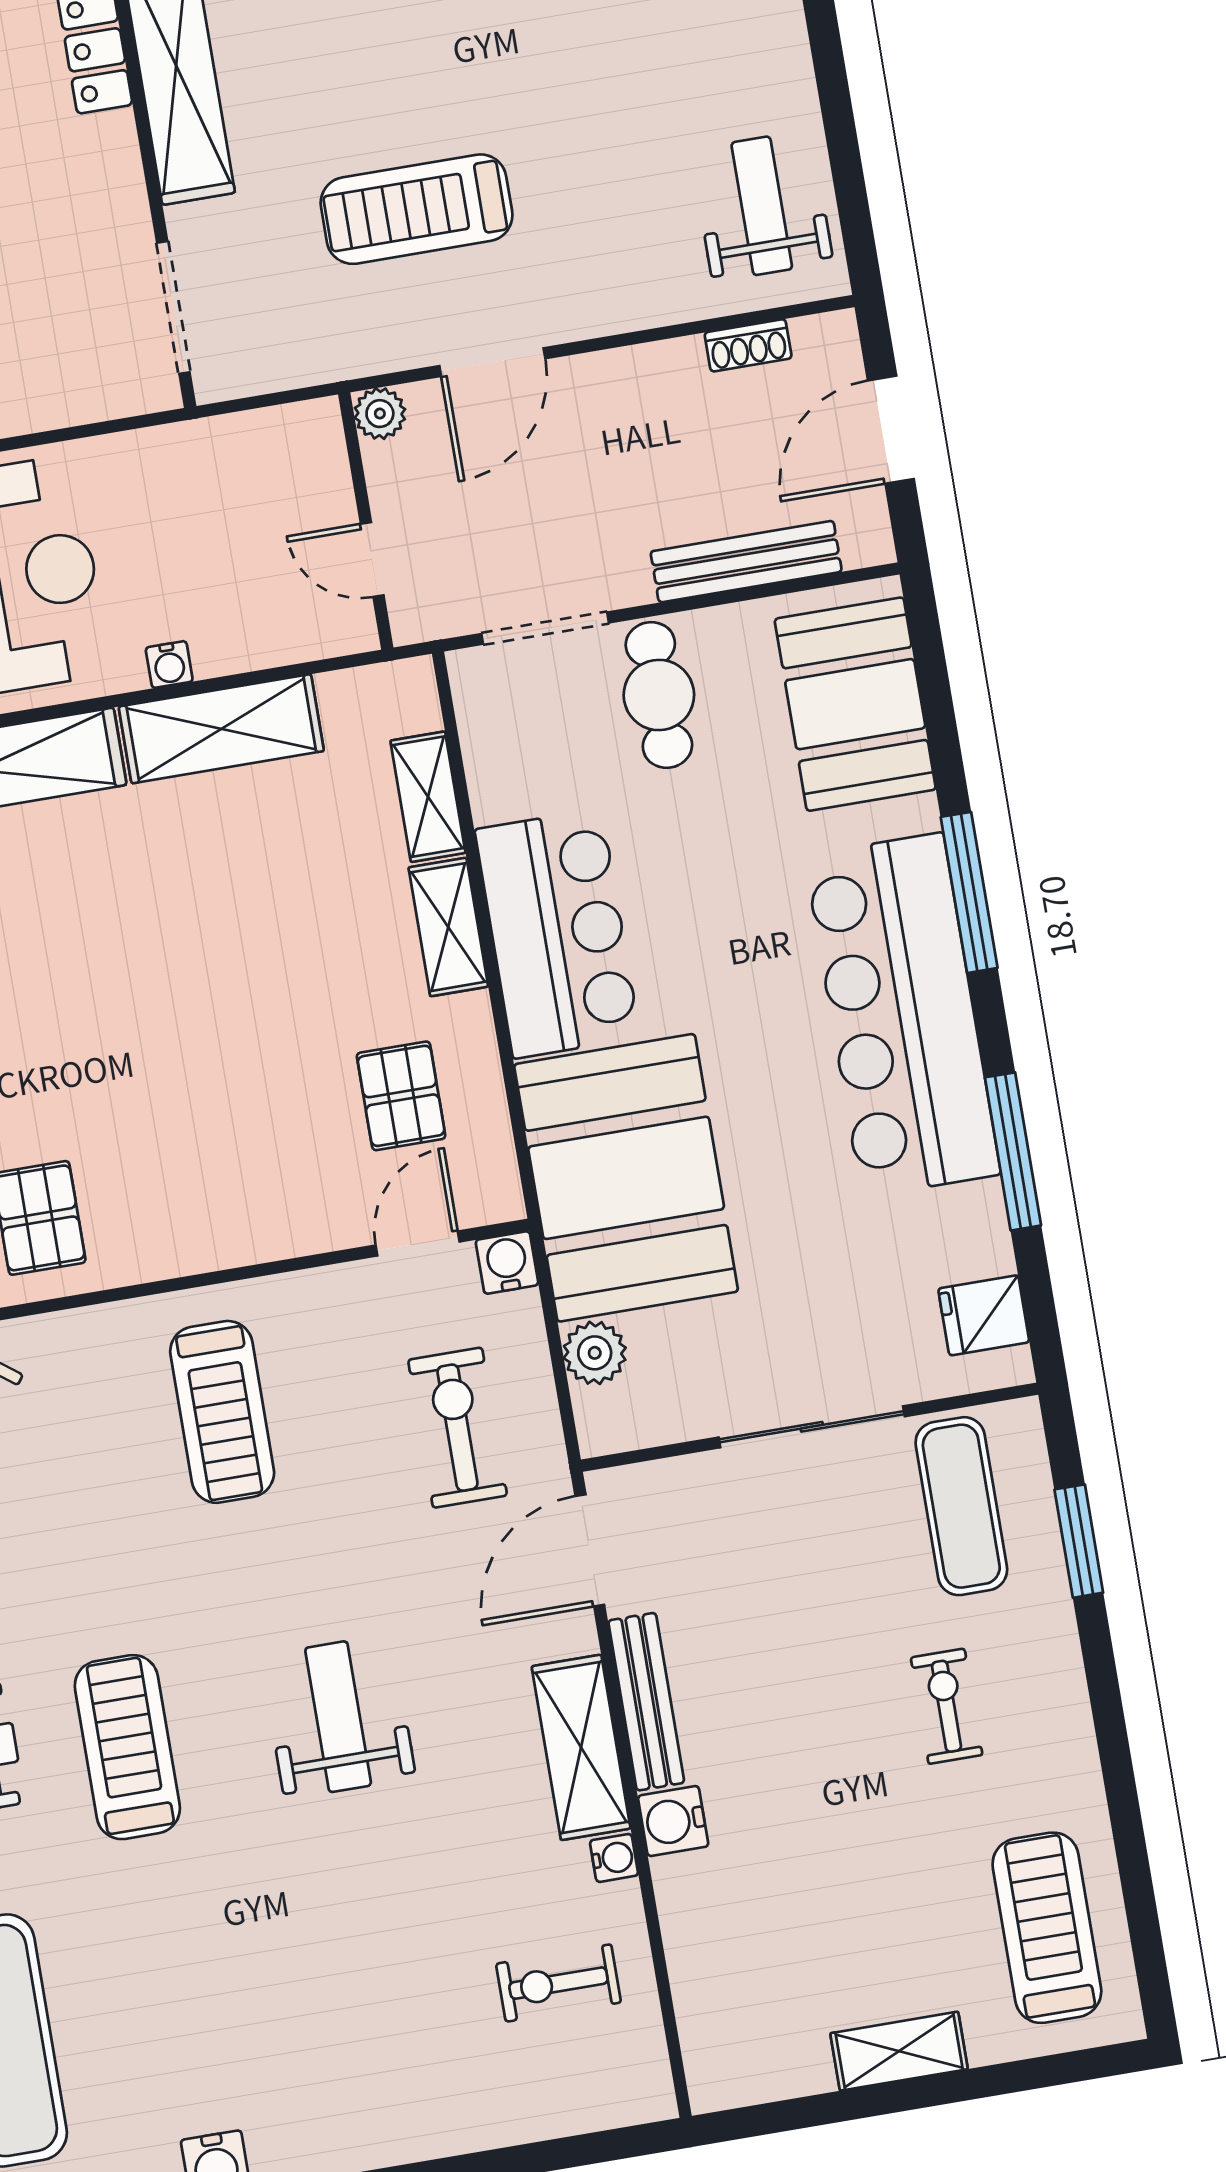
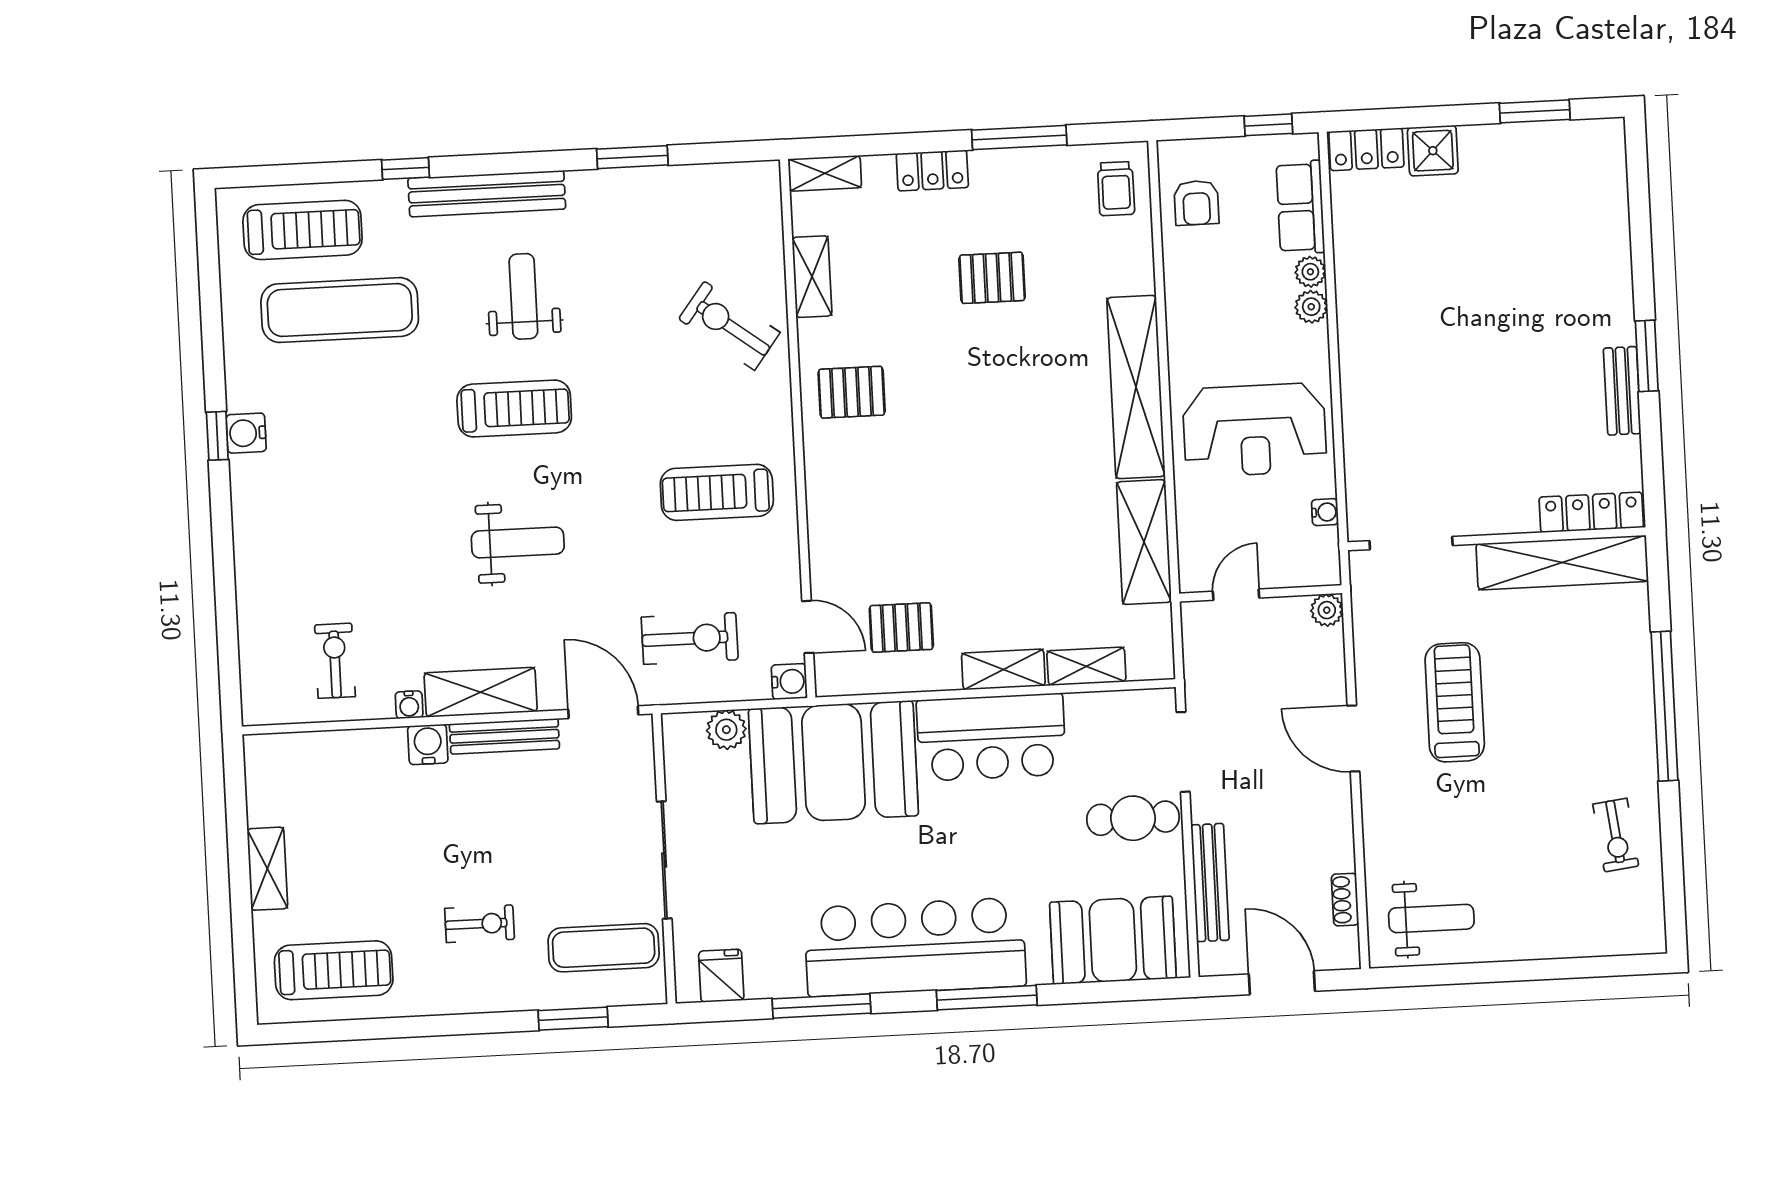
plant: (380, 414) -> (1327, 610), moved
wall: (366, 521) -> (1261, 593), moved
door: (372, 560) -> (1236, 595), moved
water cooler: (169, 664) -> (1325, 512), moved, turned 180

